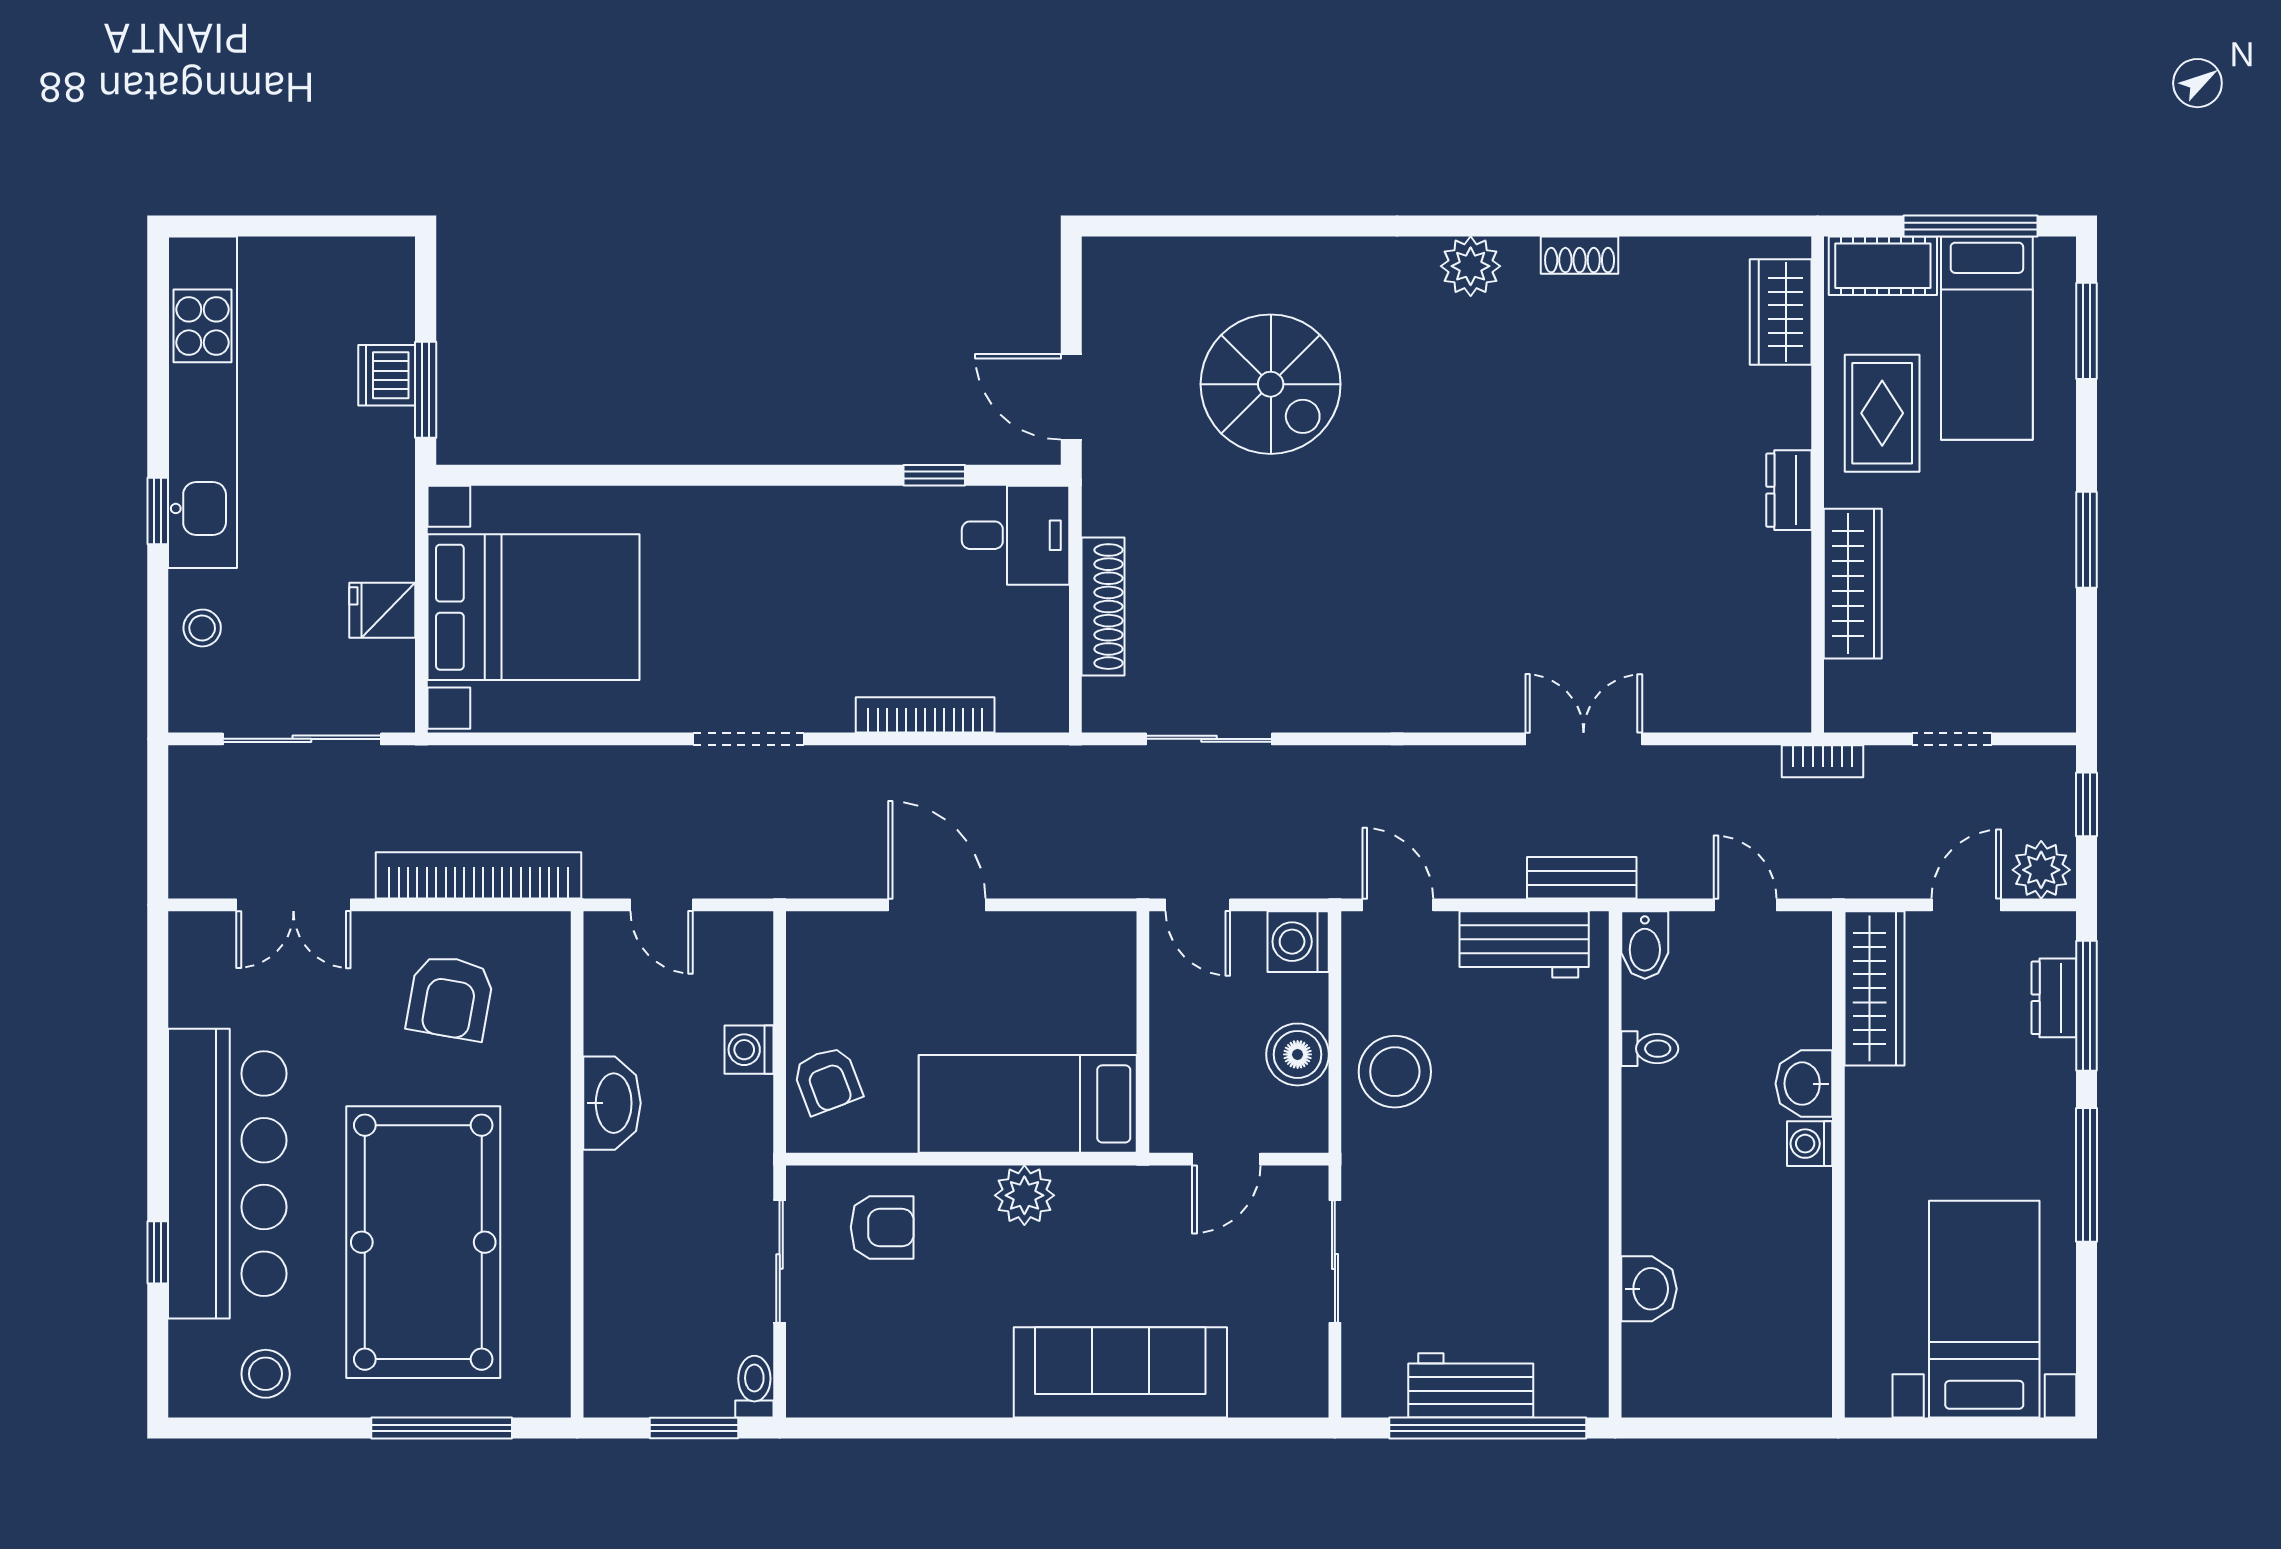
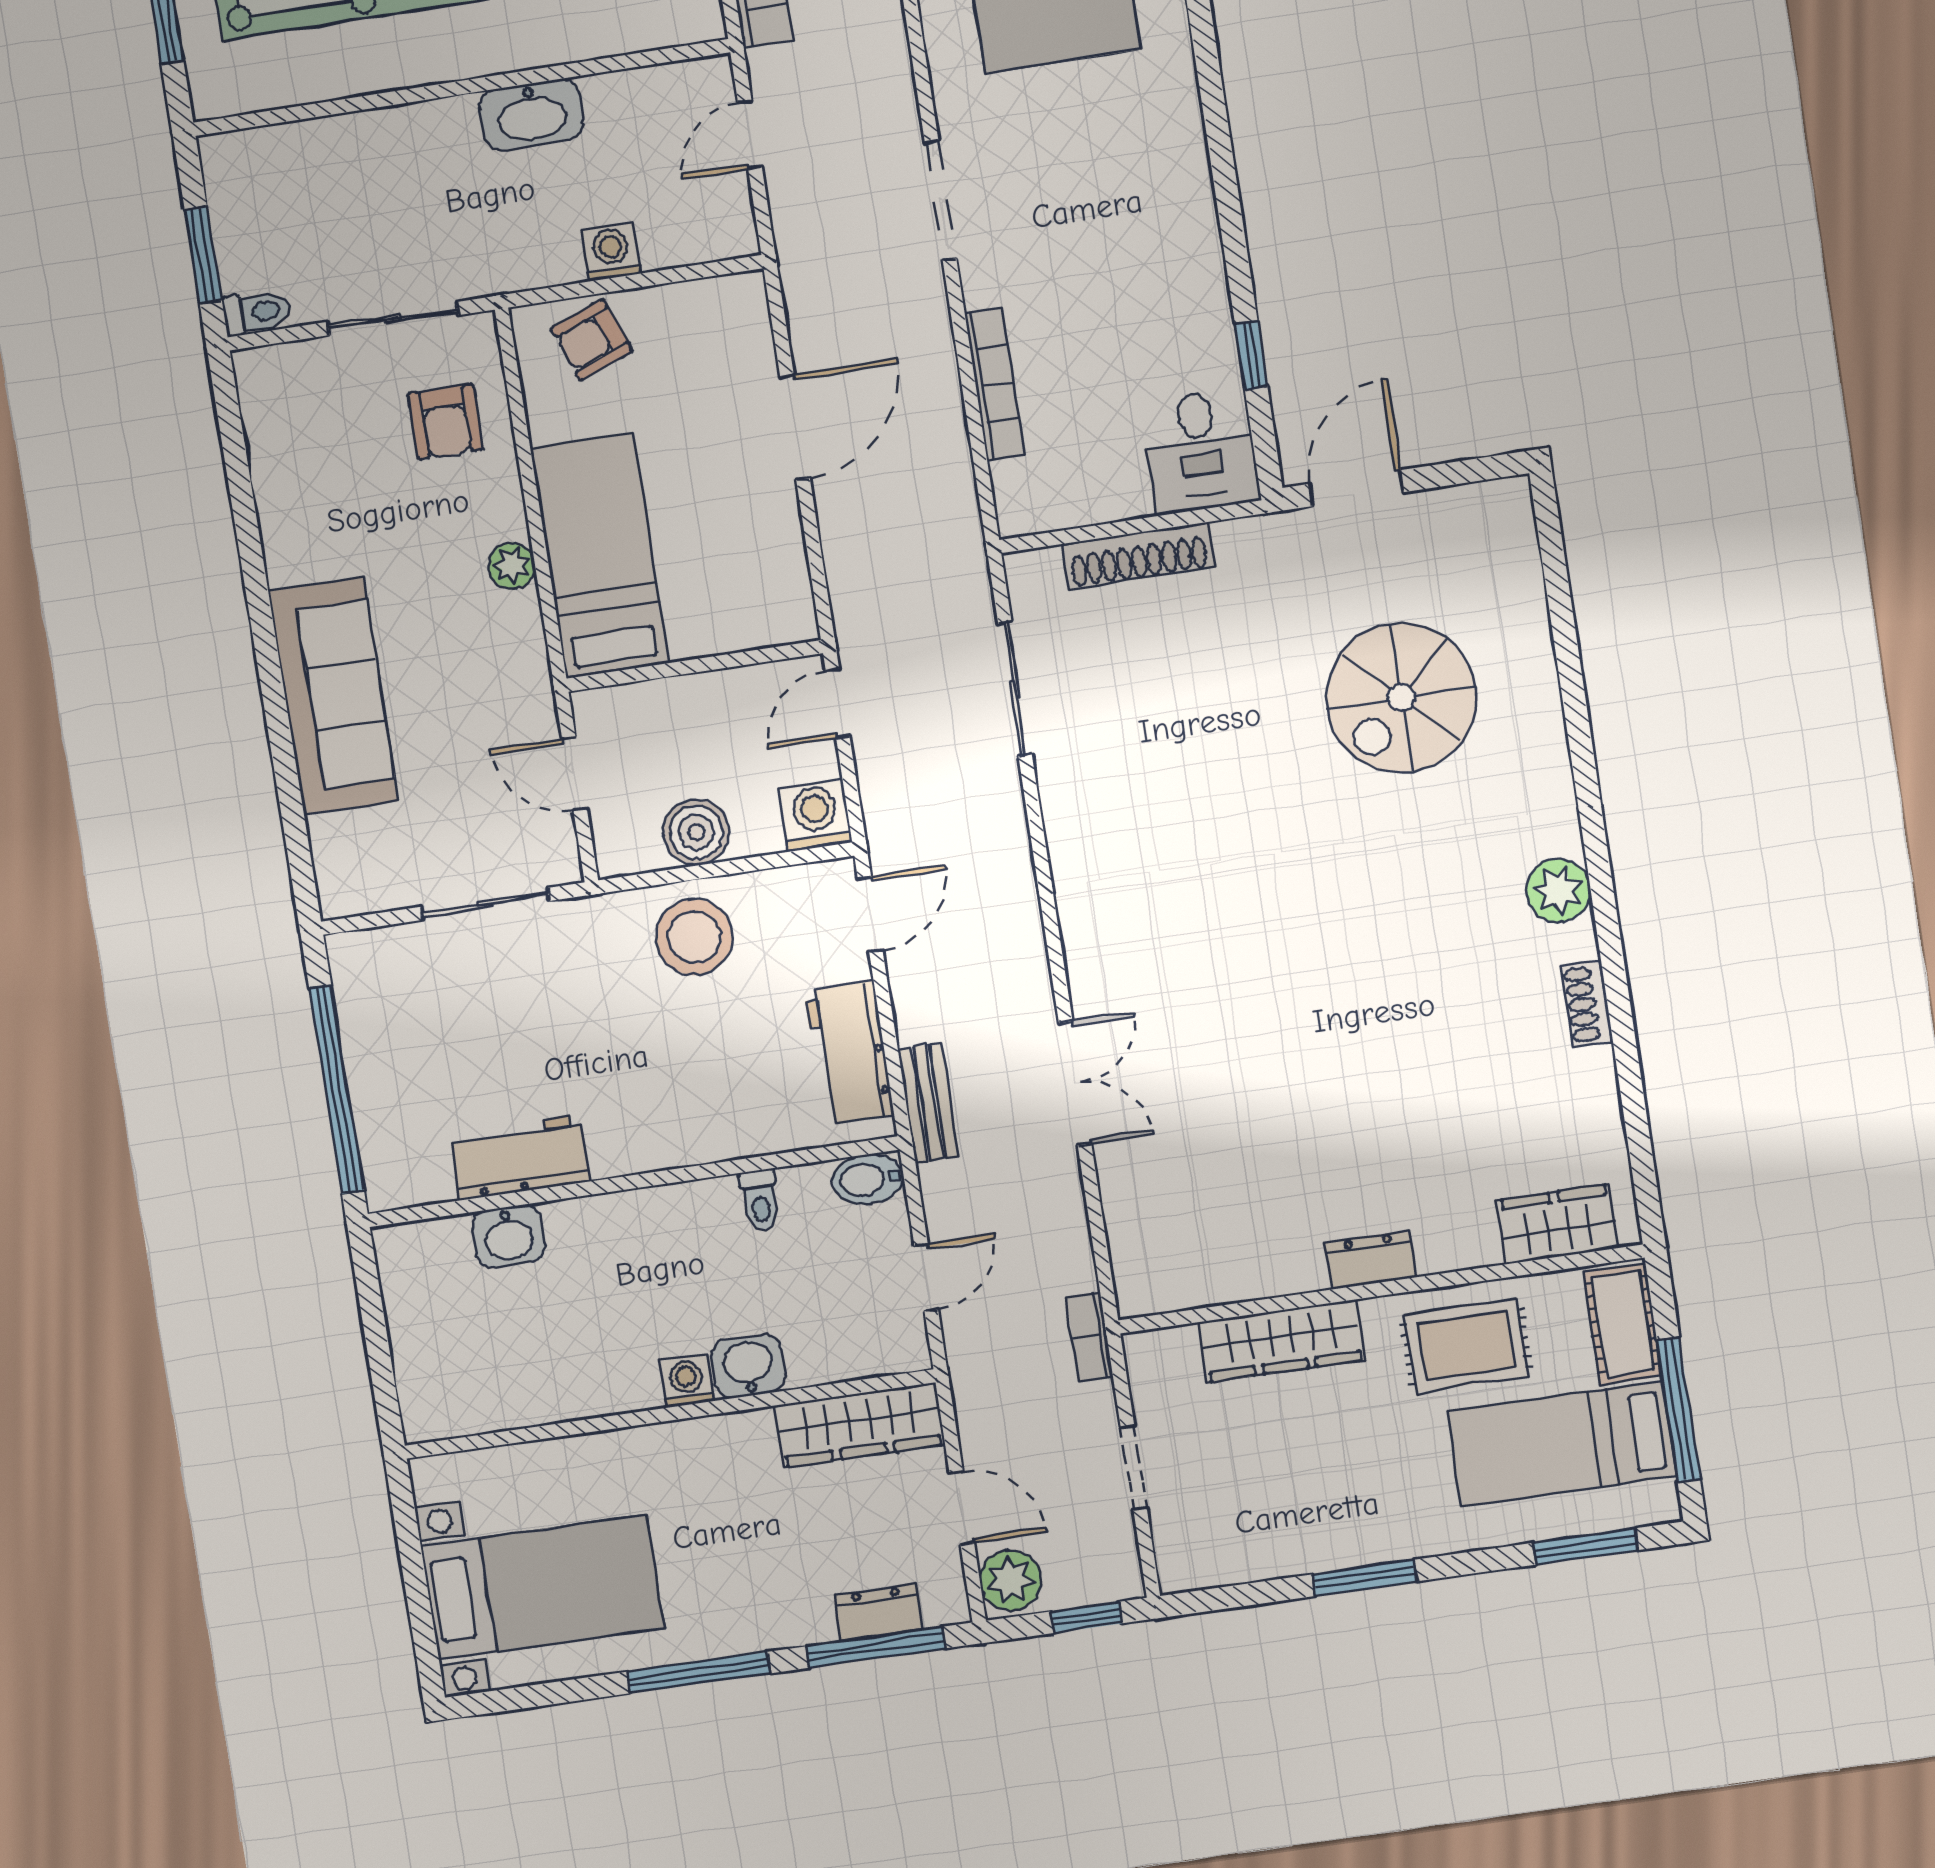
plant: (1024, 1195) -> (512, 566), width x0.73, depth x0.73
workbench: (1471, 1385) -> (520, 1157), moved, turned -90

